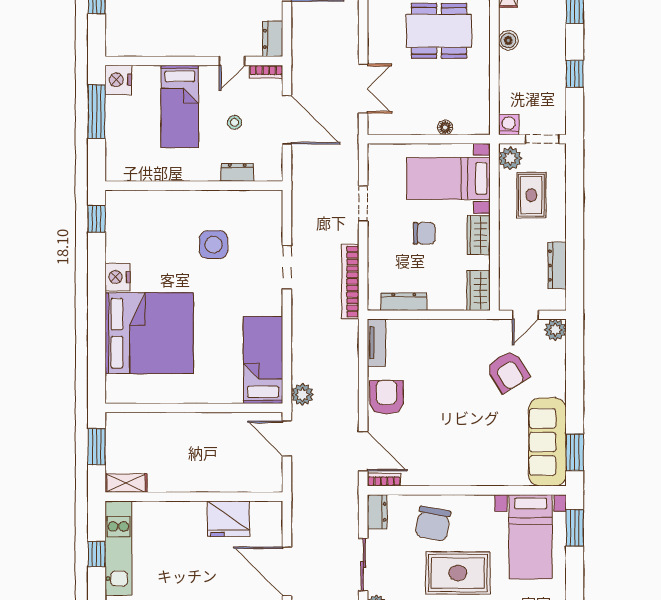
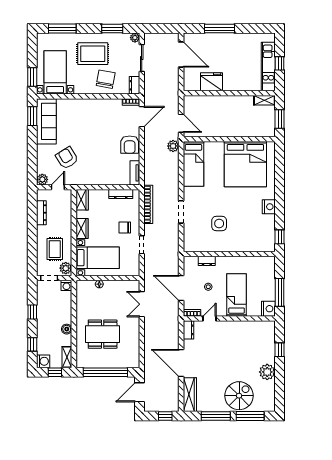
chair: (424, 233) -> (125, 227), moved
bed: (149, 333) -> (245, 164), moved, turned -90
door: (363, 451) -> (142, 117), swing flipped

